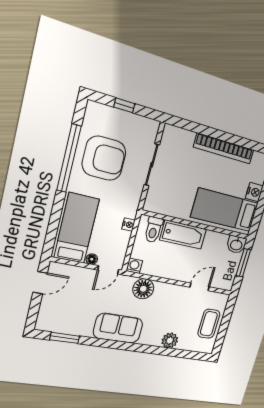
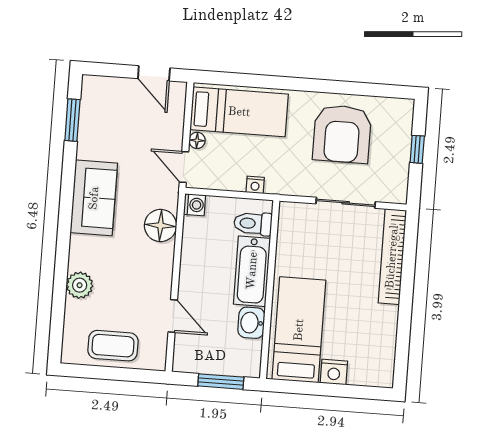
bookcase: (224, 149) -> (392, 257), moved
window: (69, 158) -> (333, 87), removed
washbasin: (236, 245) -> (251, 323), moved

